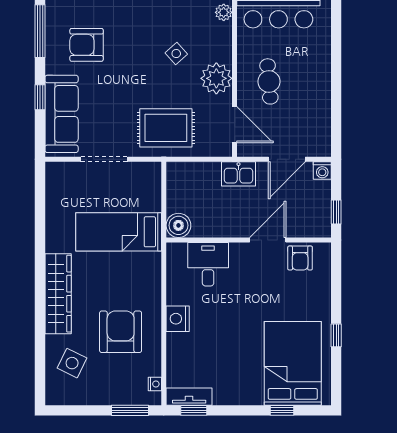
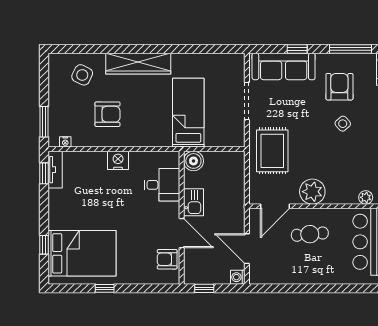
side table: (176, 54) -> (343, 124), moved
kitchen sink: (238, 174) -> (193, 202), moved, turned 180
armchair: (121, 332) -> (107, 114), width x0.73, depth x0.73

